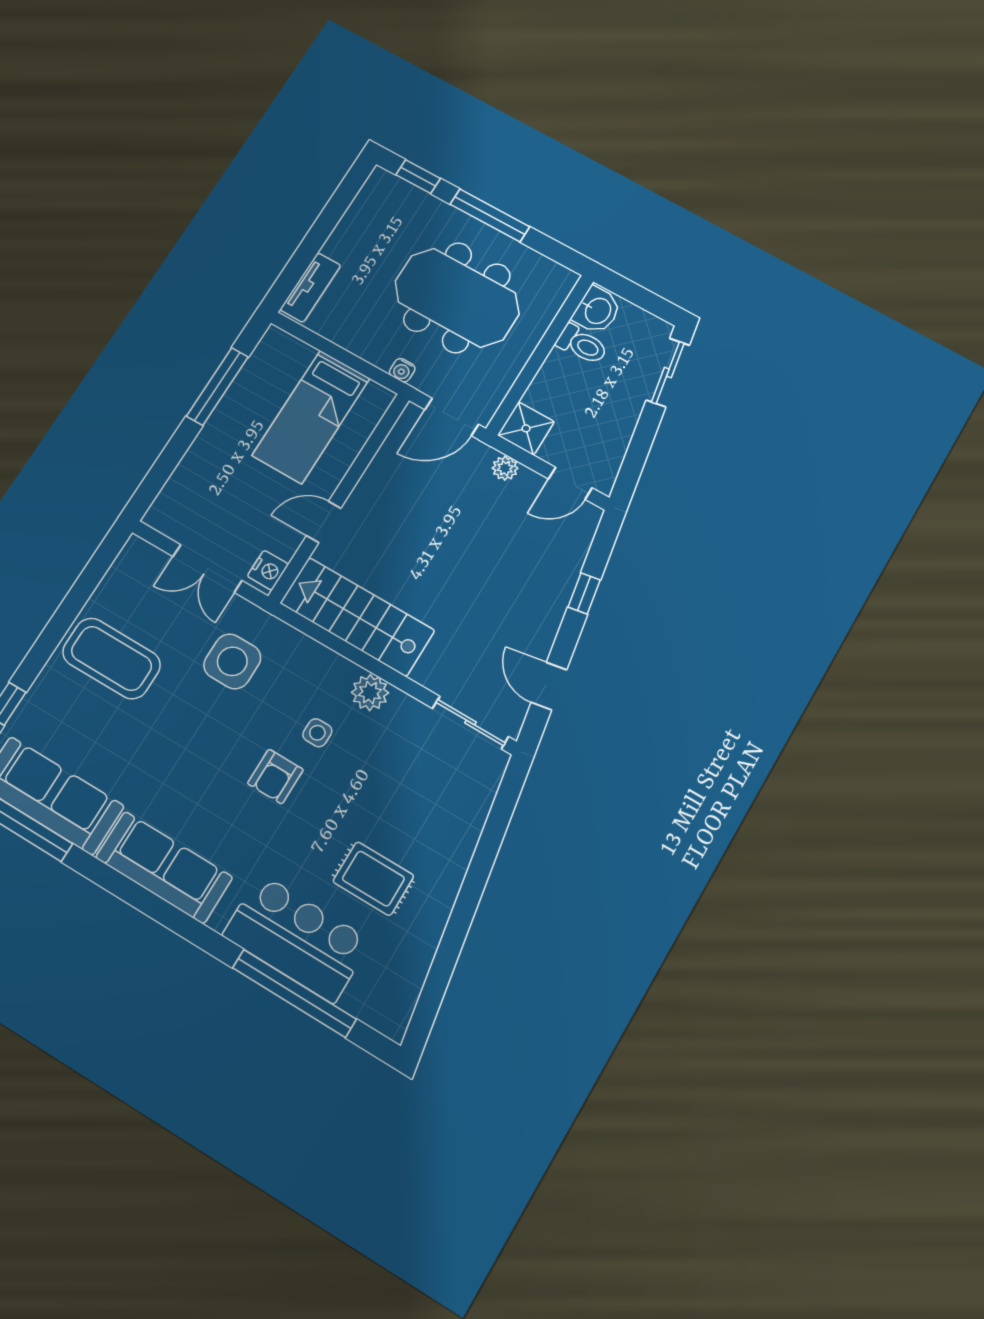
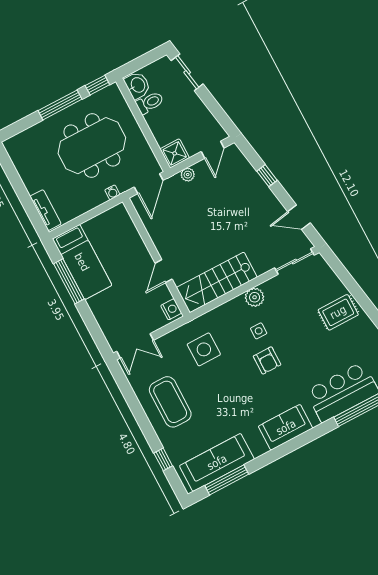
window: (418, 177) -> (97, 85), moved
bed: (311, 417) -> (82, 262), moved
double door: (207, 569) -> (135, 346), moved
coffee table: (112, 658) -> (170, 402), turned 90
sofa: (164, 867) -> (286, 427), width x0.73
rug: (373, 879) -> (338, 312), moved

